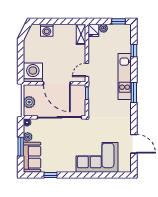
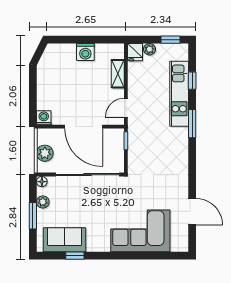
washing machine: (47, 30) -> (85, 52), moved
shelving: (81, 34) -> (118, 74), moved
washing machine: (33, 72) -> (44, 118), width x0.53, depth x0.53
kitchen unit: (125, 76) -> (179, 94), moved
window: (134, 92) -> (192, 124), moved
sofa: (32, 157) -> (65, 240), moved, turned -90

